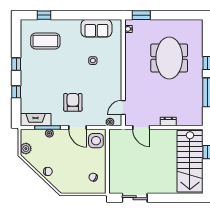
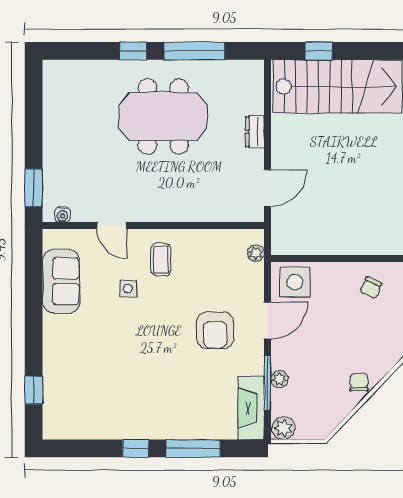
coffee table: (45, 41) -> (161, 260), moved, width x0.54, depth x0.58
meeting table: (169, 58) -> (163, 116), moved
window: (16, 92) -> (193, 448), width x2.17
armchair: (73, 102) -> (215, 330), turned -90
door: (123, 108) -> (112, 226), moved
plant: (26, 149) -> (283, 428), moved

